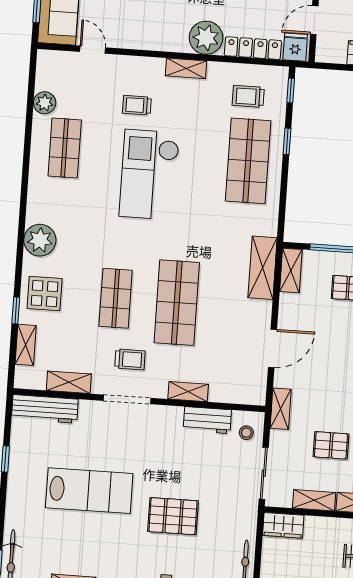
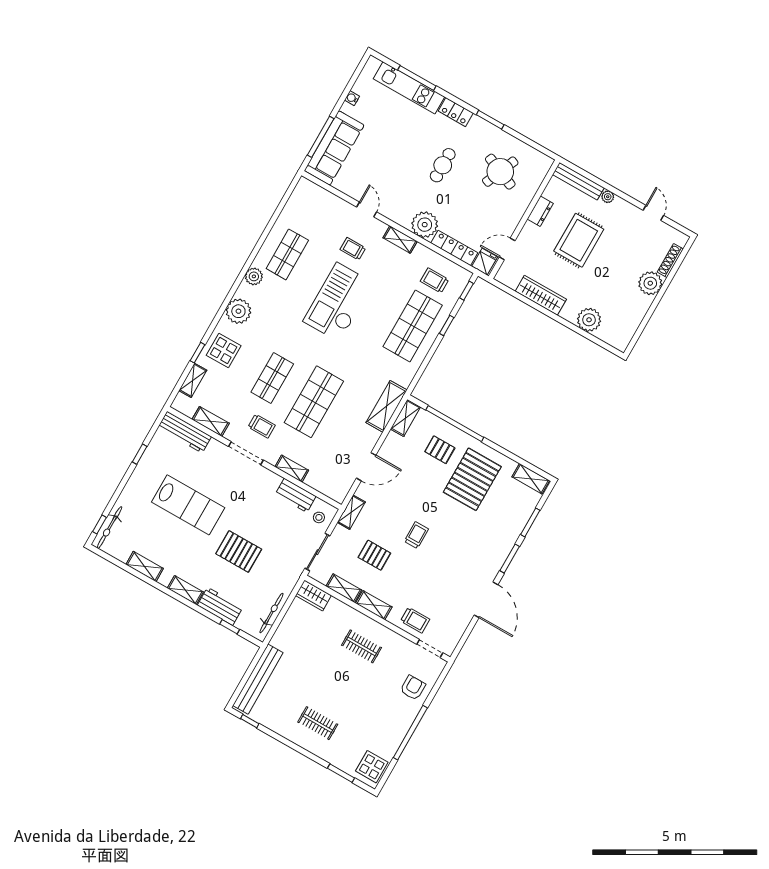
door: (93, 50) -> (367, 209), moved
plant: (45, 103) -> (254, 276), moved

